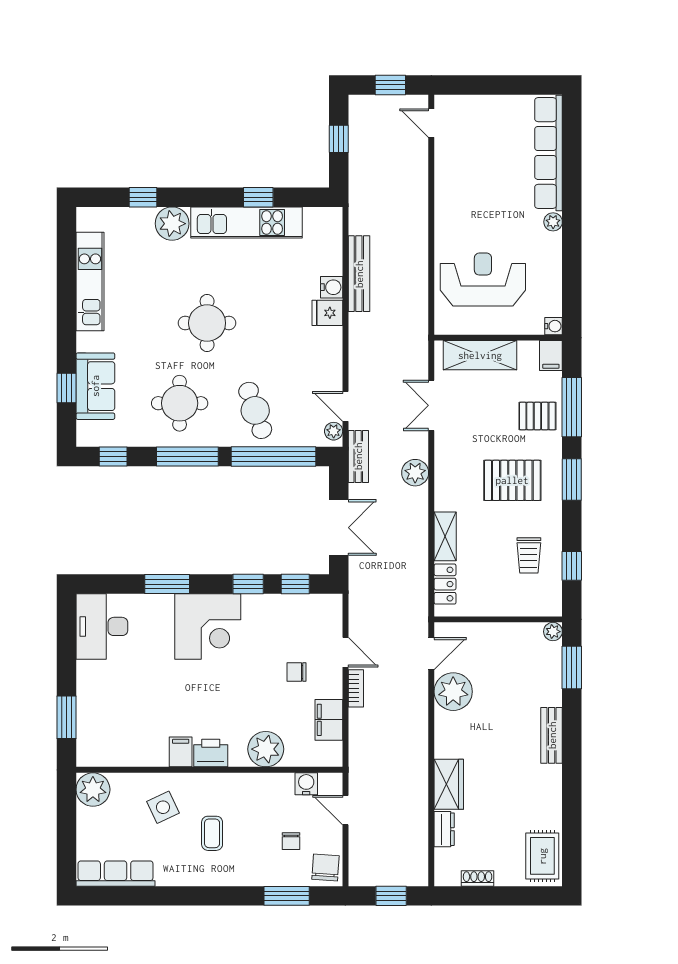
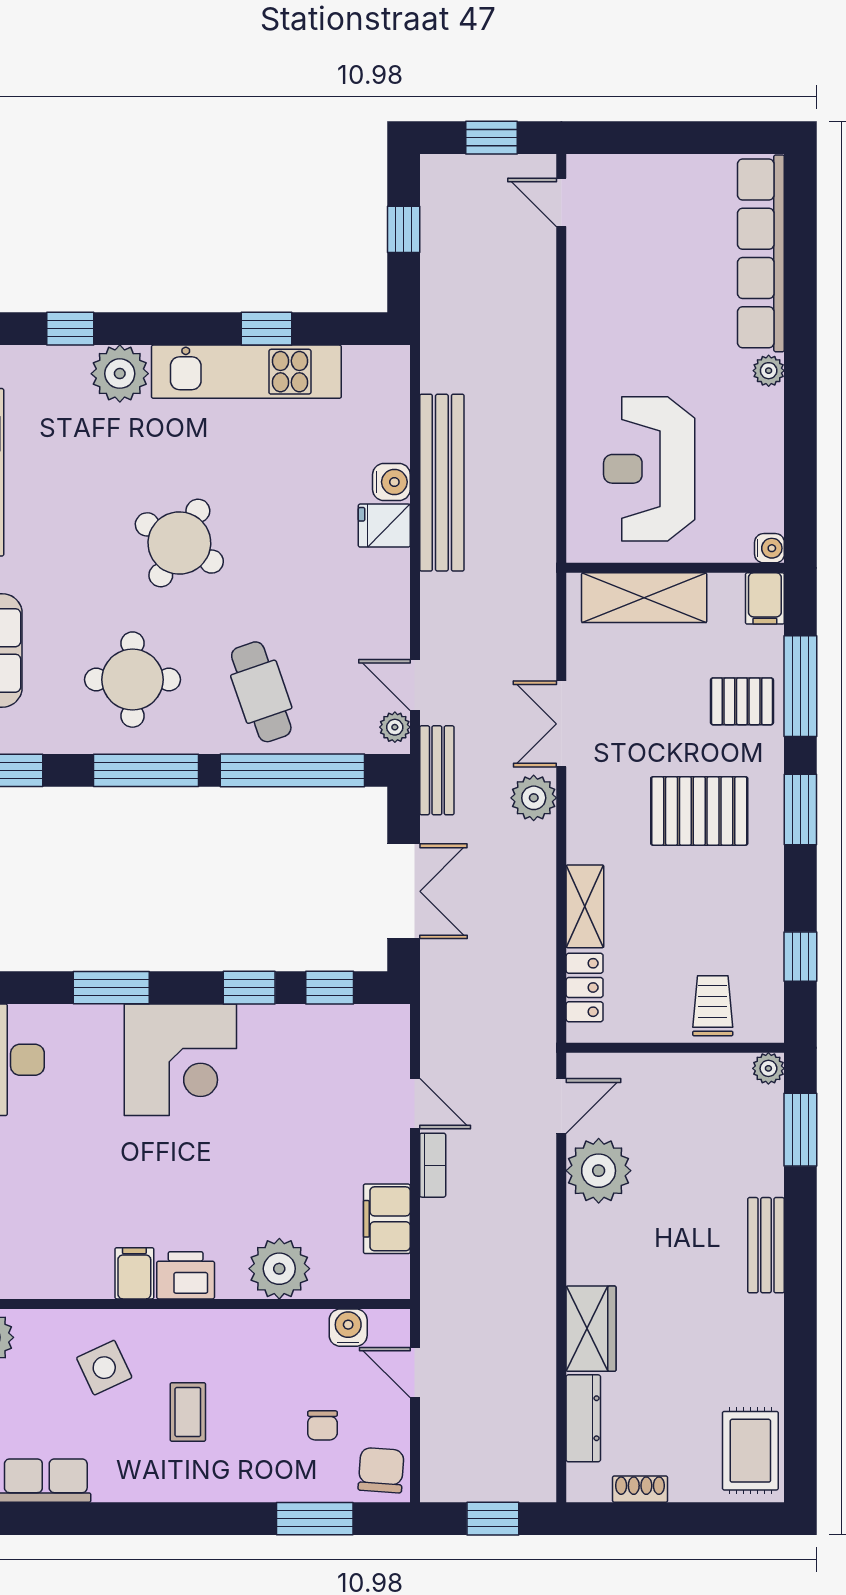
bench: (359, 274) -> (442, 483), width x1.37, depth x1.21
reception desk: (483, 280) -> (649, 469), turned -90
round table: (207, 323) -> (179, 543), turned 30
double door: (431, 405) -> (561, 724), moved
trolley: (529, 555) -> (713, 1006), moved, turned 180
chair: (296, 672) -> (332, 1137), removed
dresser: (444, 829) -> (583, 1418), width x1.44

